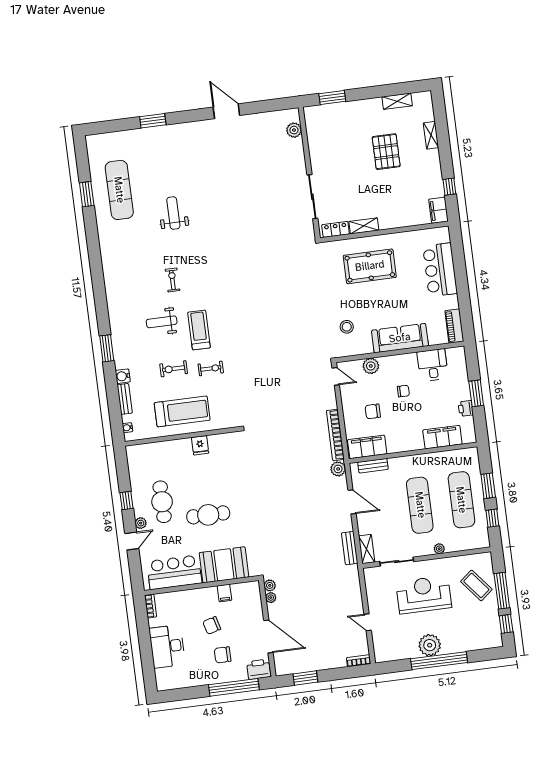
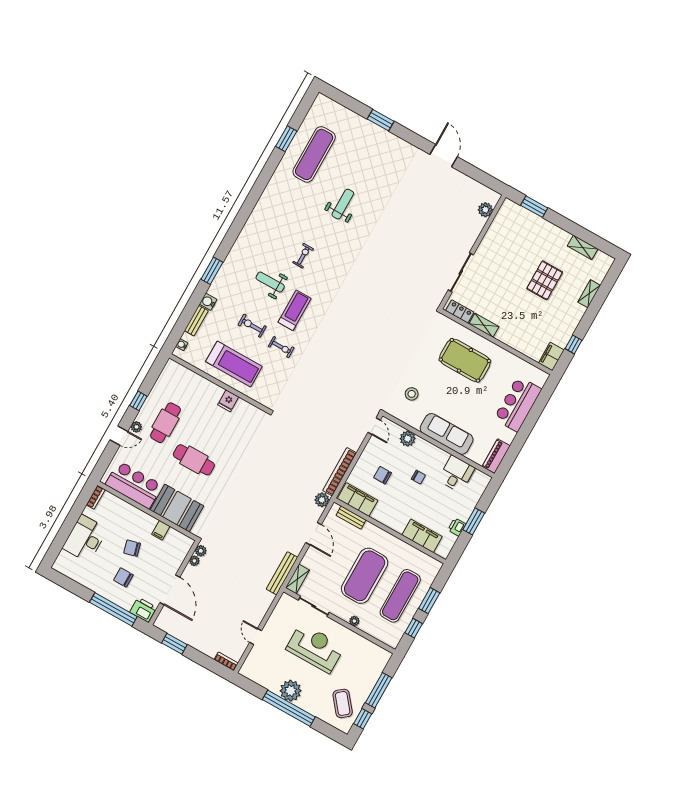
exercise mat: (420, 505) -> (365, 576), width x1.47
bench: (350, 548) -> (282, 573), width x1.36
coffee table: (476, 585) -> (343, 703), moved

